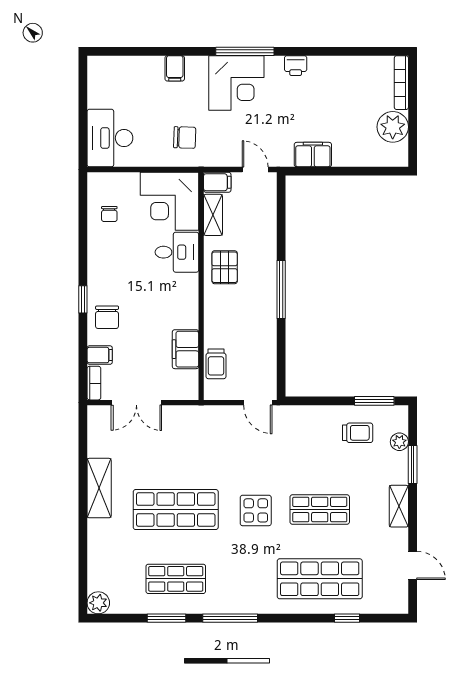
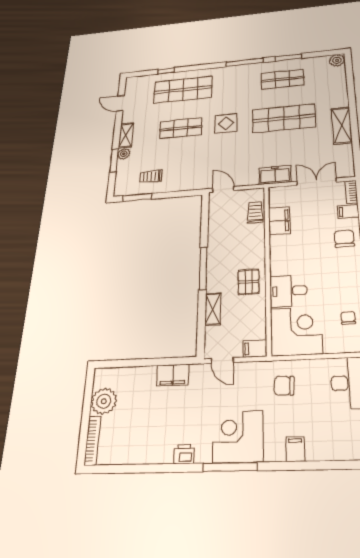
shelving: (213, 215) -> (213, 309), moved
freezer: (190, 418) -> (275, 175), added
plant: (399, 442) -> (124, 154), moved

